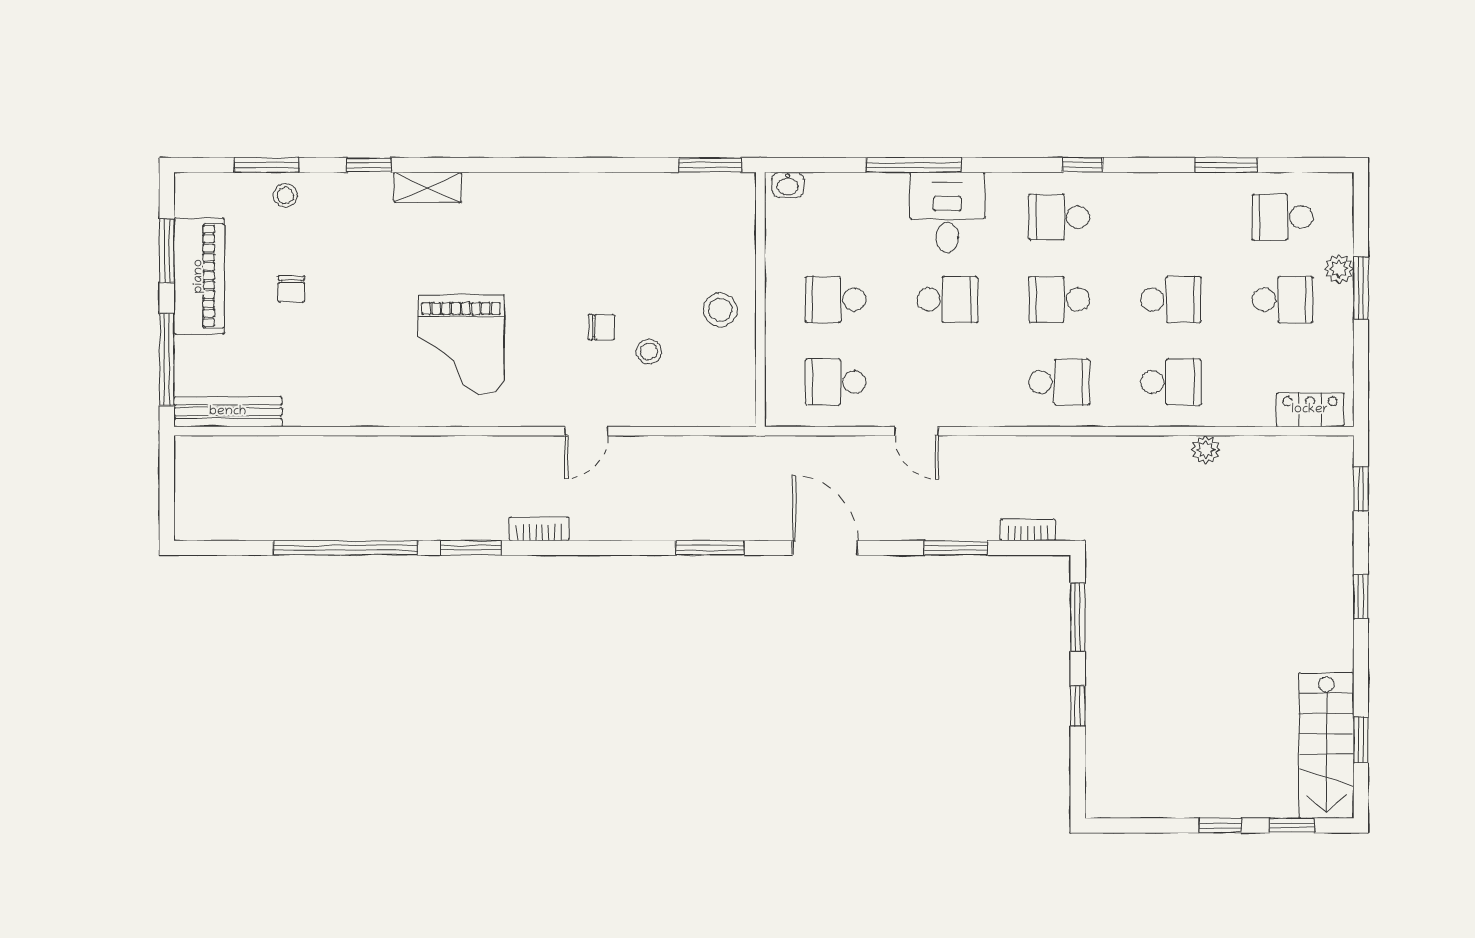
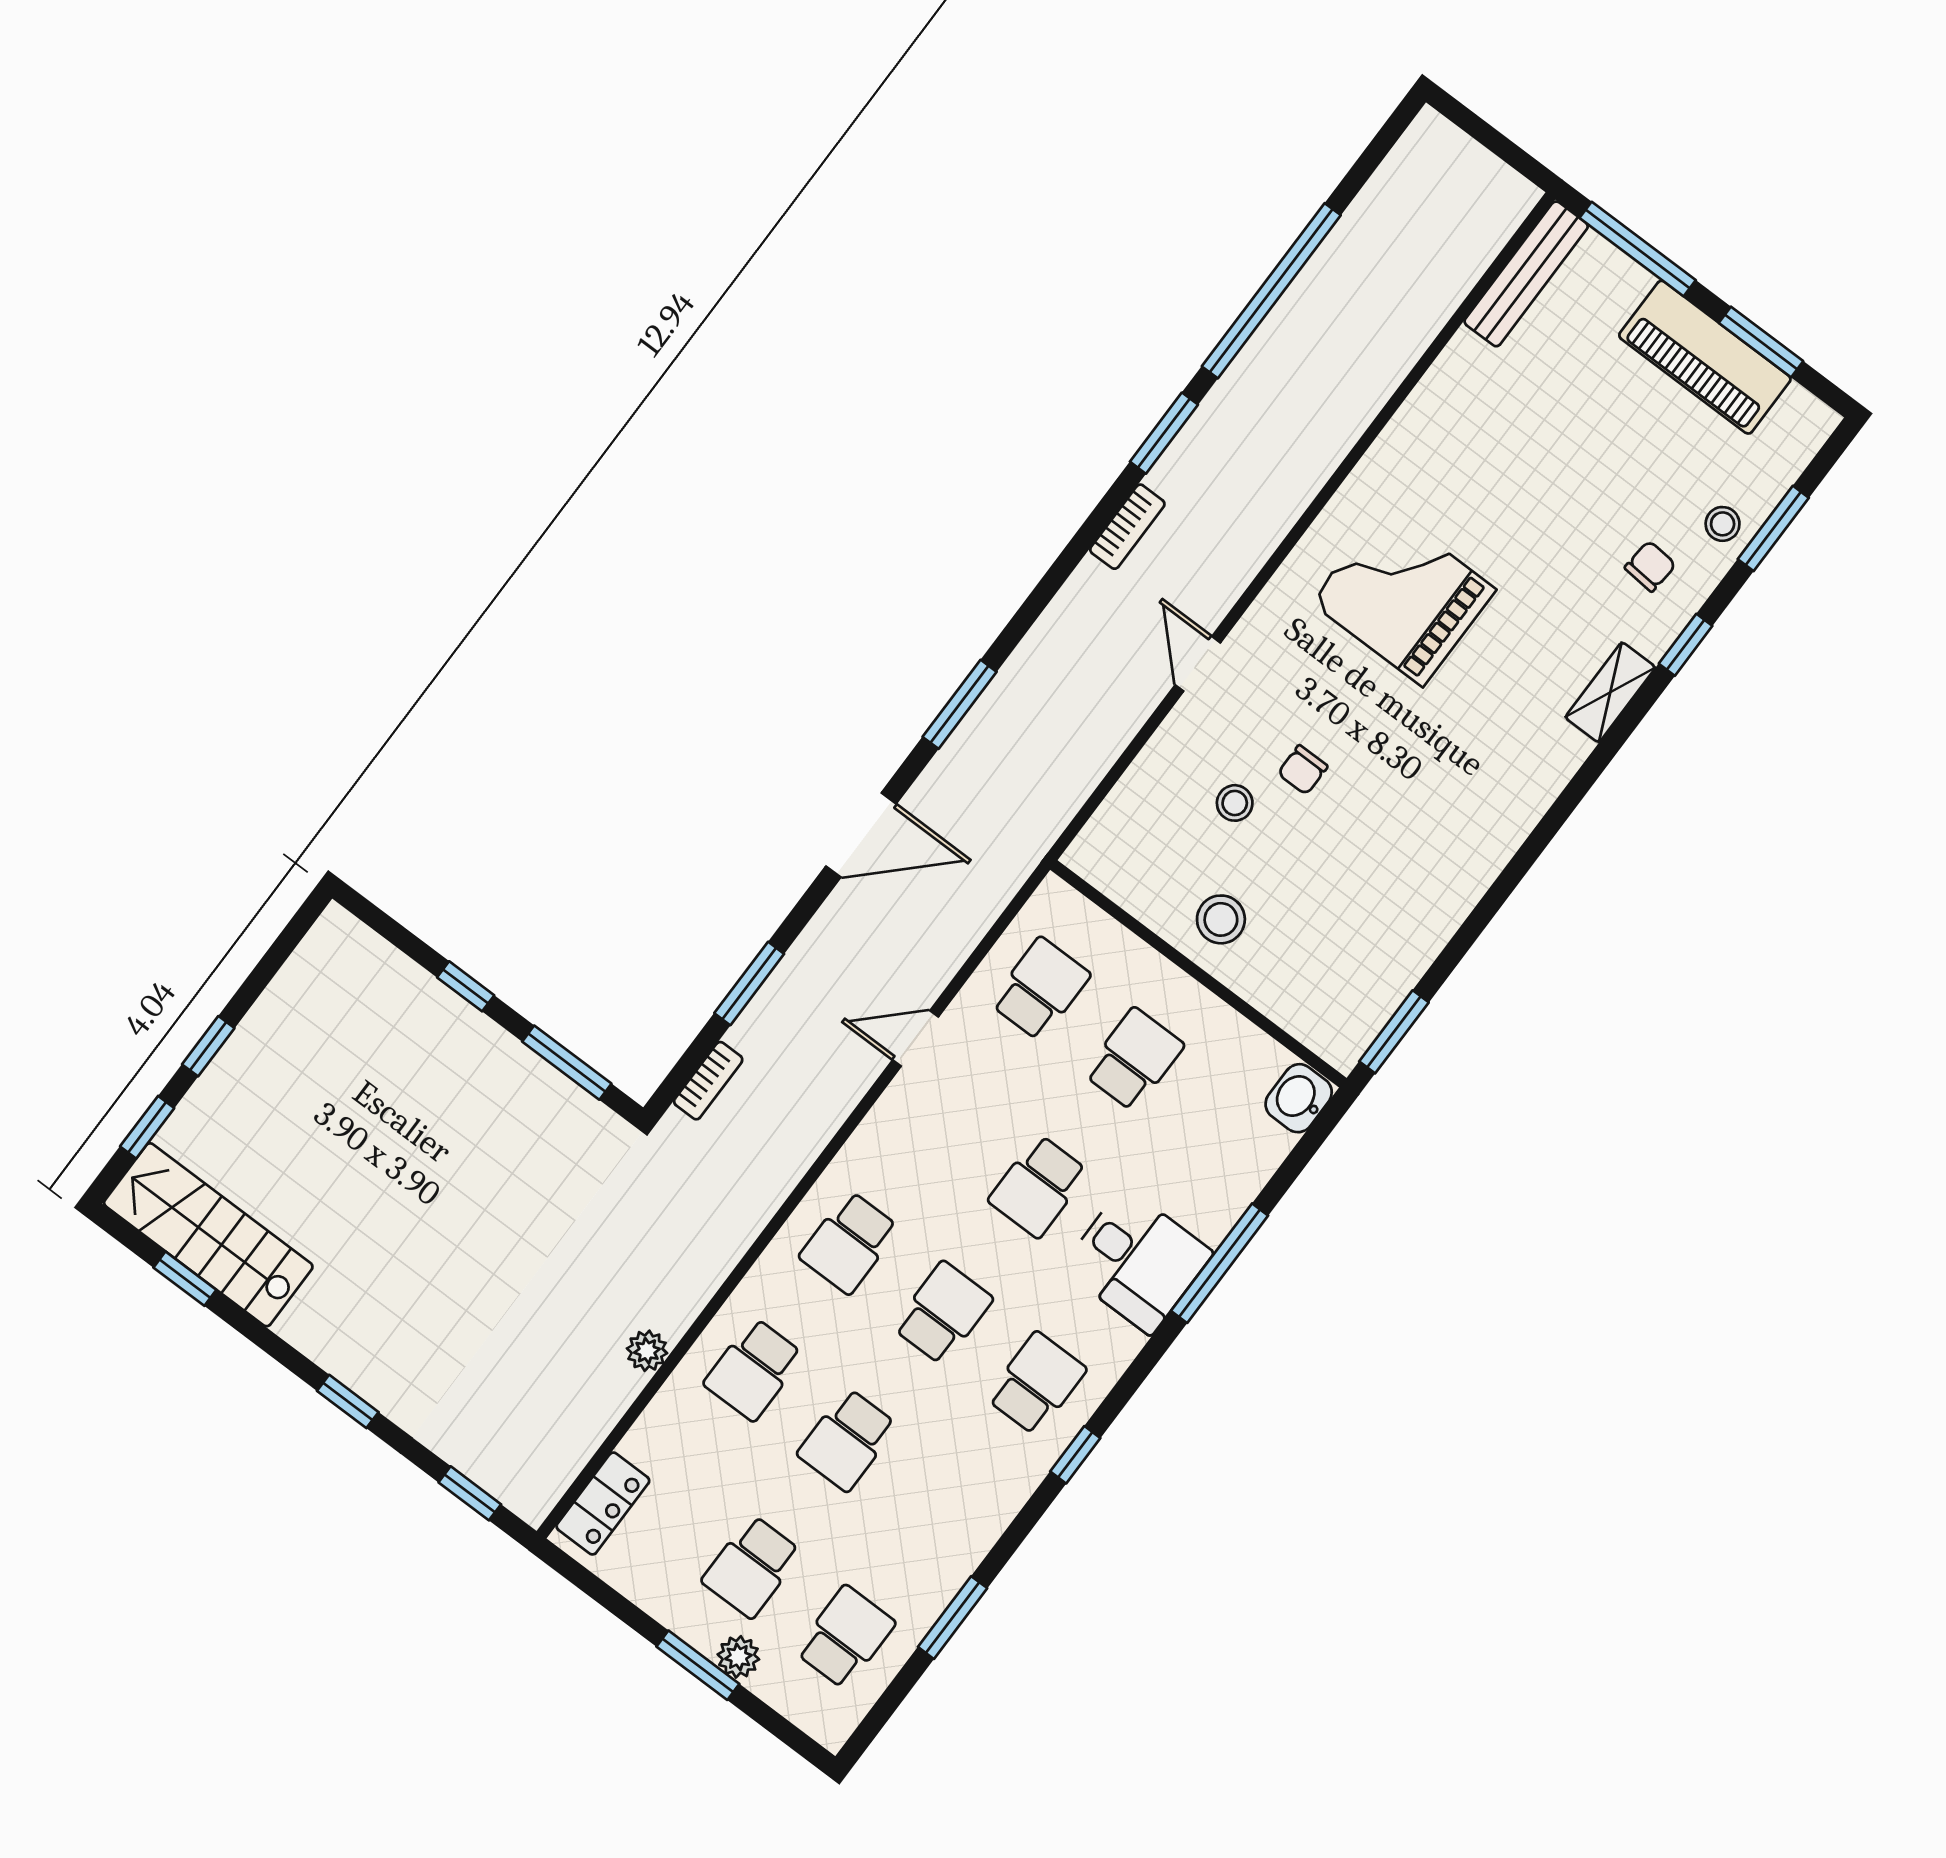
washbasin: (788, 185) -> (1299, 1098), width x1.38, depth x1.45
chair: (291, 289) -> (1650, 566), moved, turned 95

